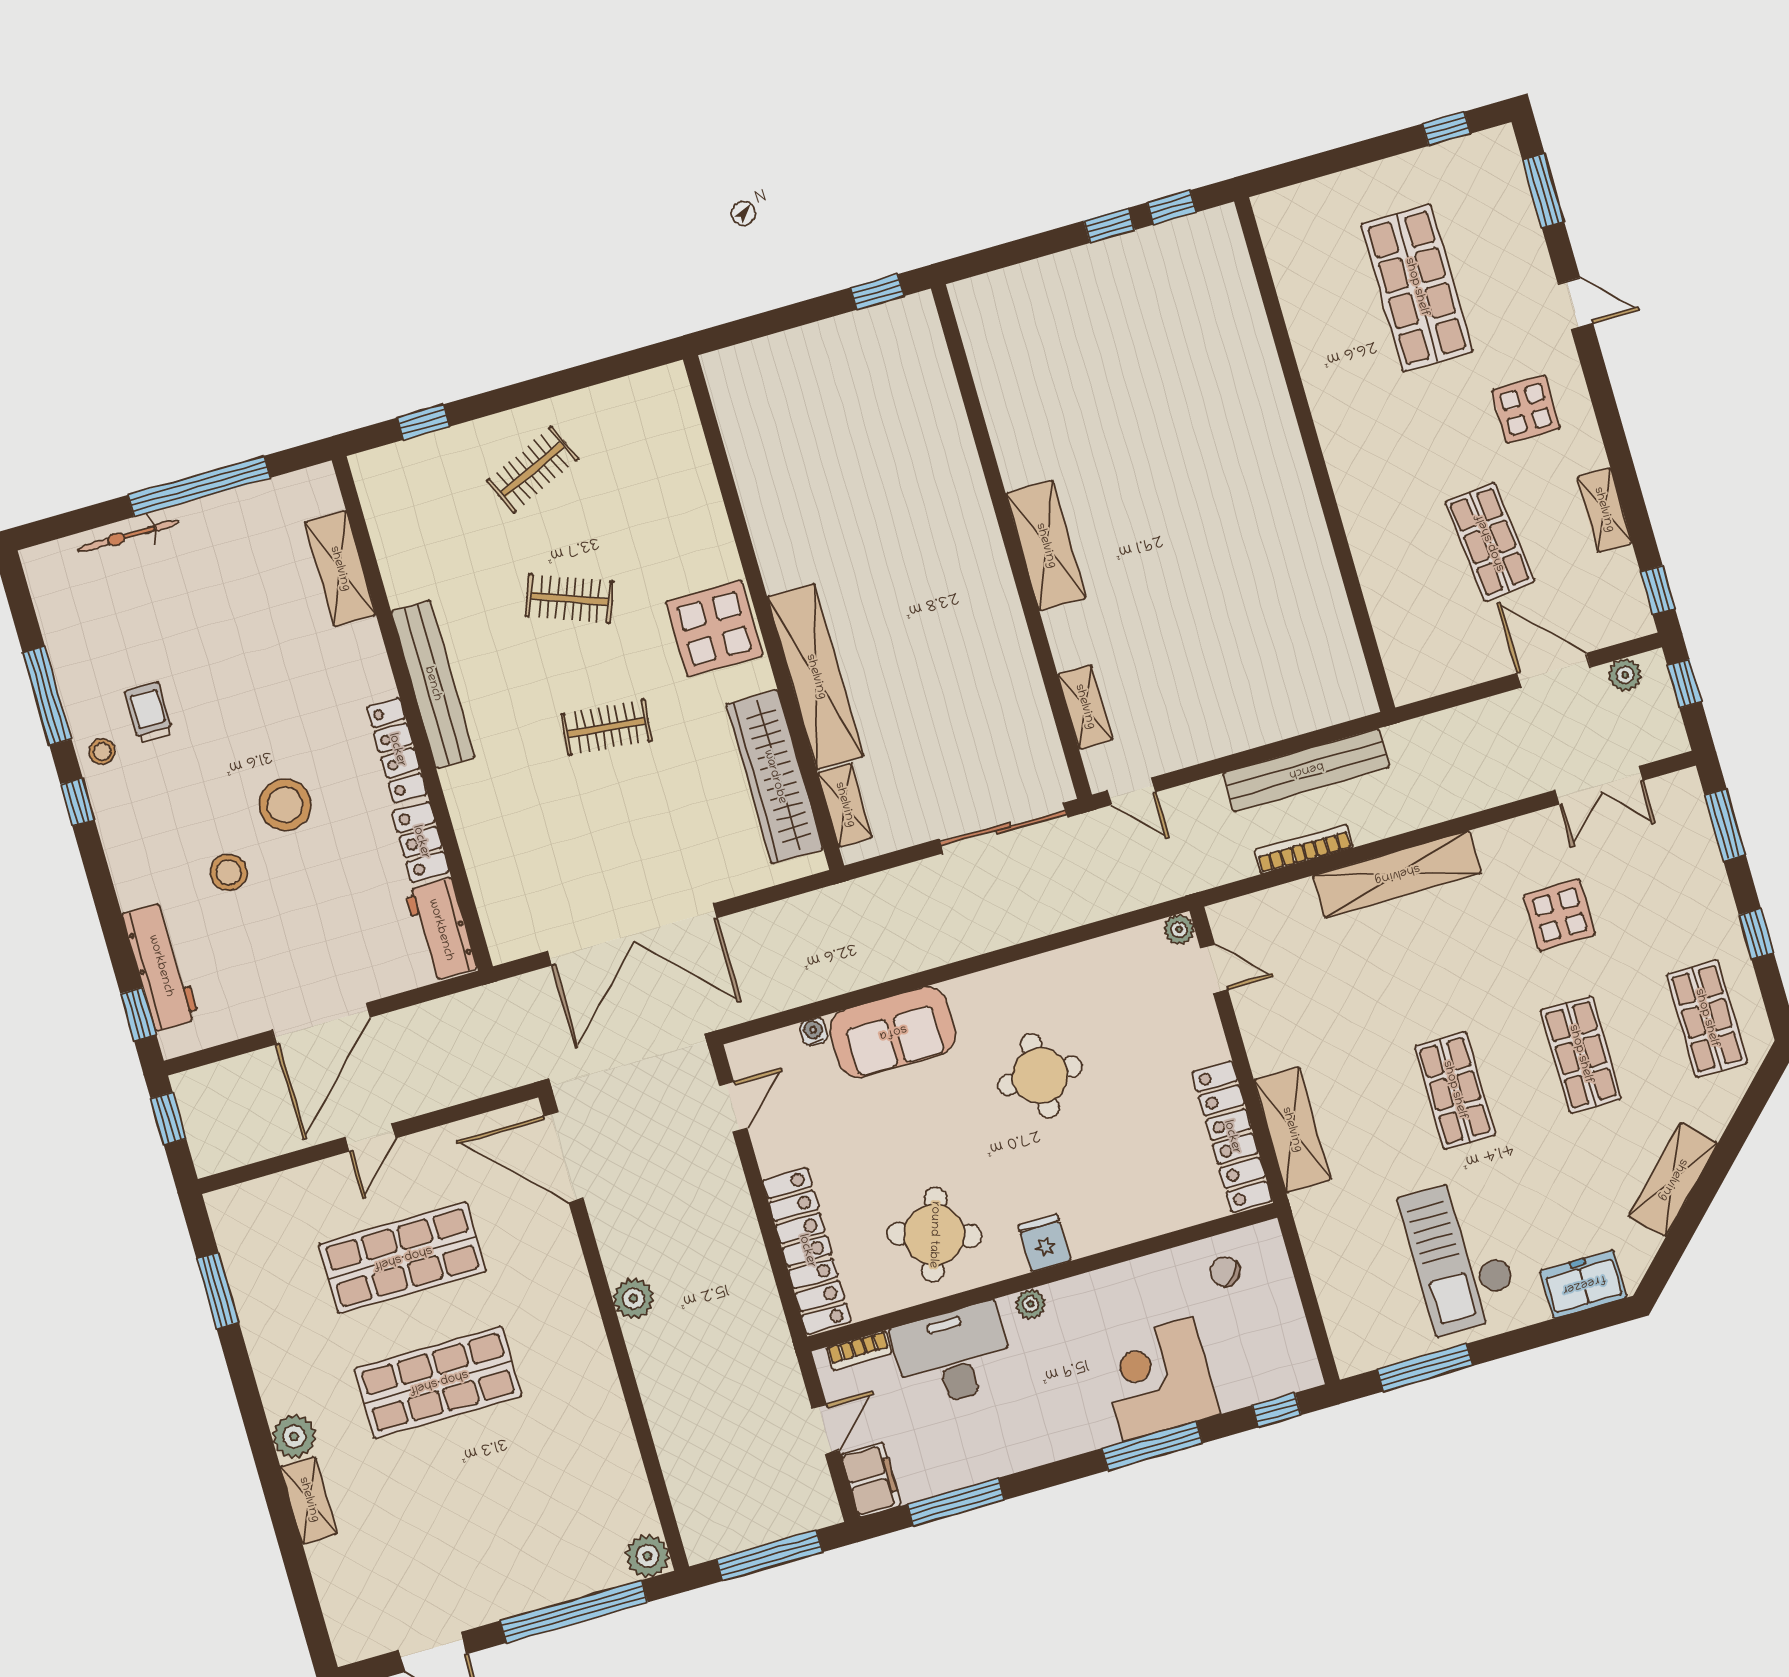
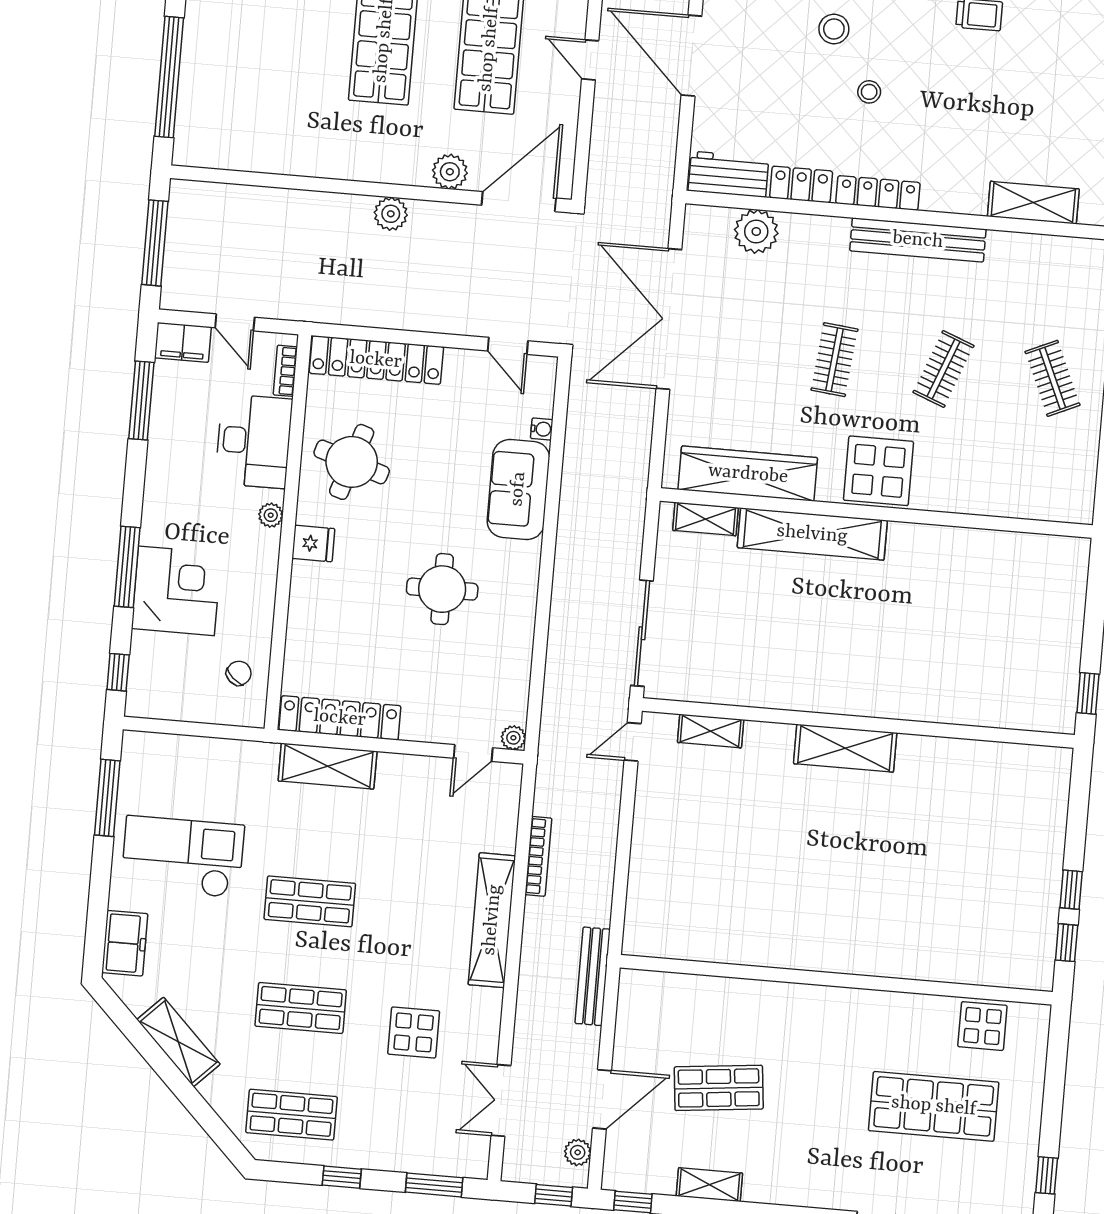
display table: (1526, 409) -> (982, 1026), moved
bench: (1306, 770) -> (593, 976), moved, width x0.73, depth x0.82
stool: (285, 805) -> (869, 92), width x0.53, depth x0.53
plant: (494, 873) -> (756, 231), added
plant: (647, 1556) -> (450, 172), moved

